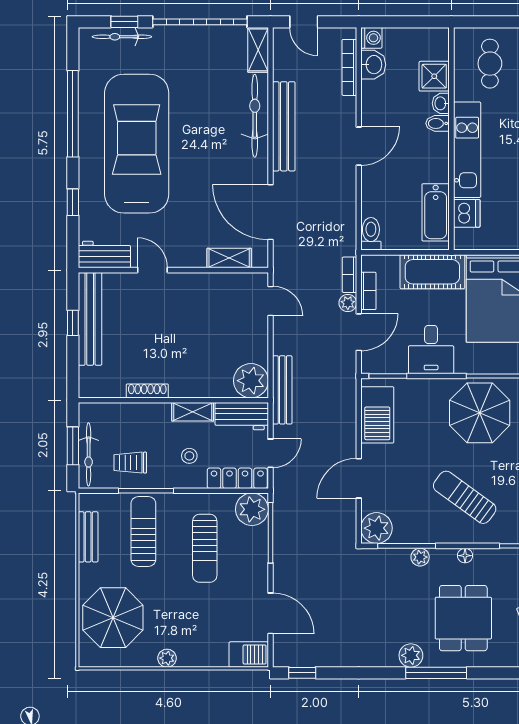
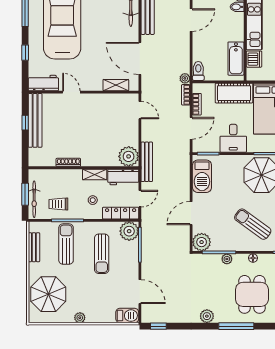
plant: (348, 303) -> (185, 78), moved
plant: (411, 655) -> (207, 316), moved

